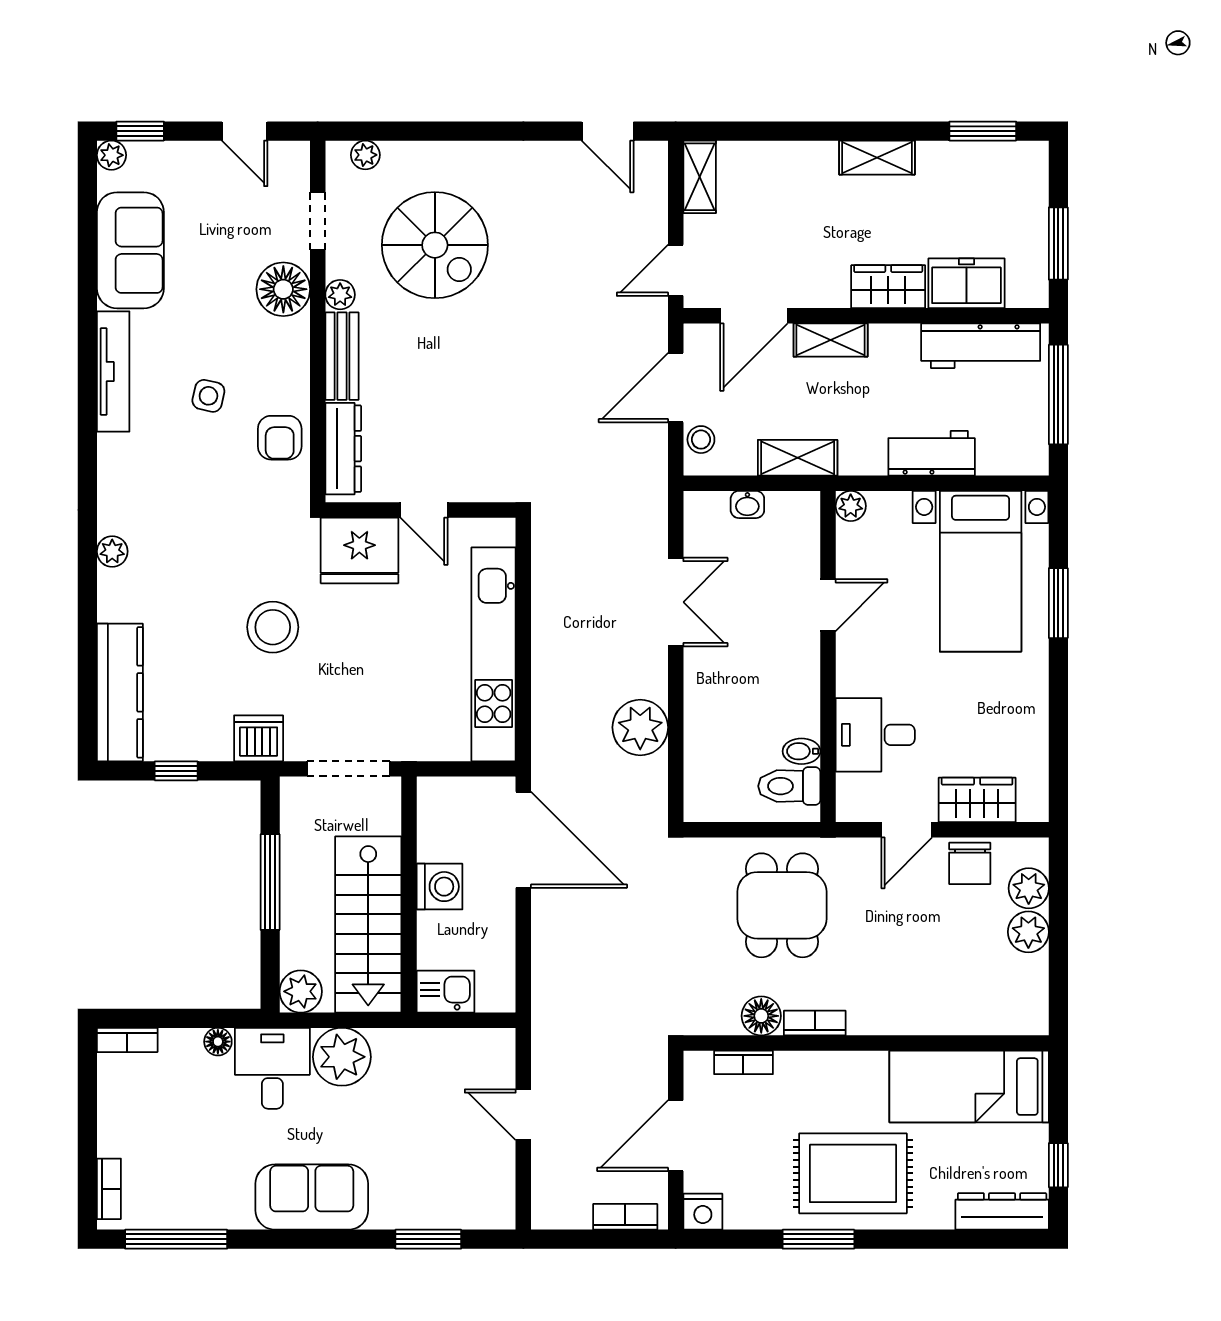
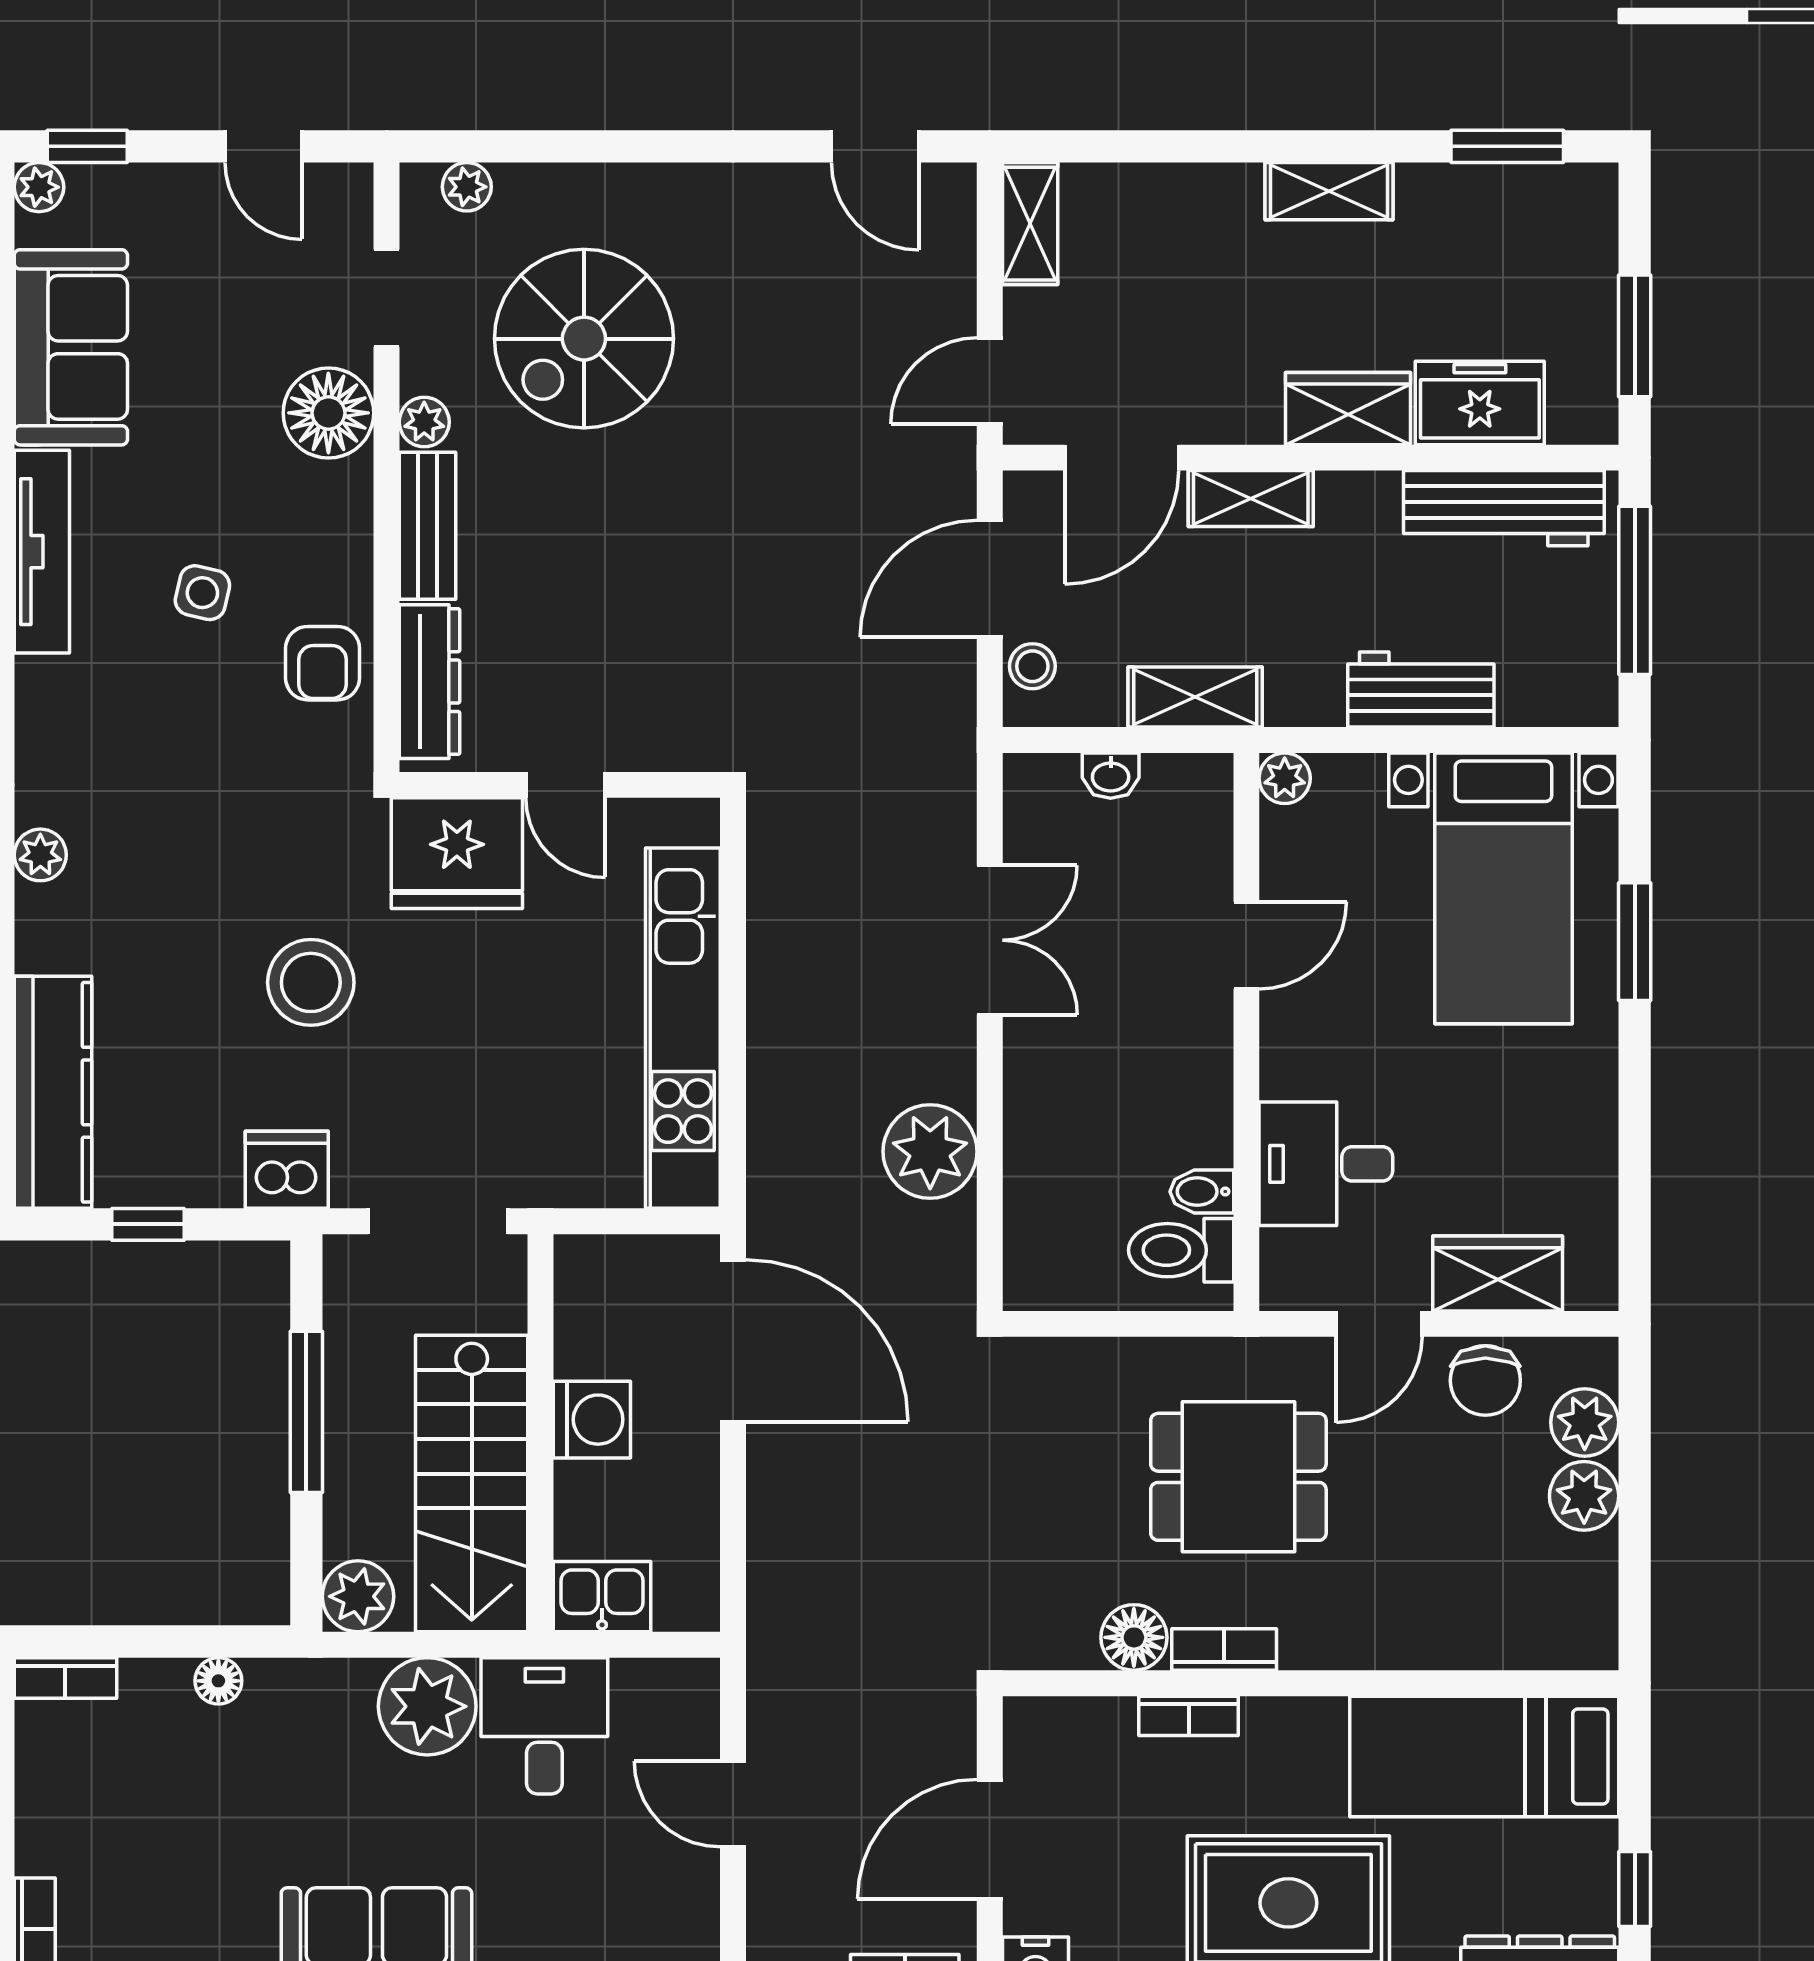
spiral stairs: (435, 245) -> (584, 339), turned 90
dining table: (782, 905) -> (1238, 1477), moved, turned 90
bookcase: (743, 1062) -> (1189, 1716), moved
desk: (272, 1068) -> (544, 1726), moved

